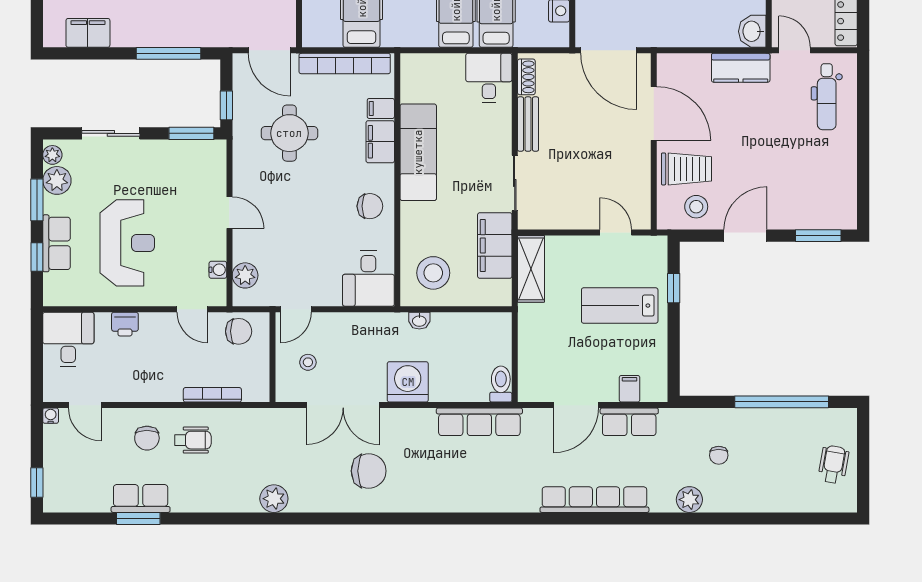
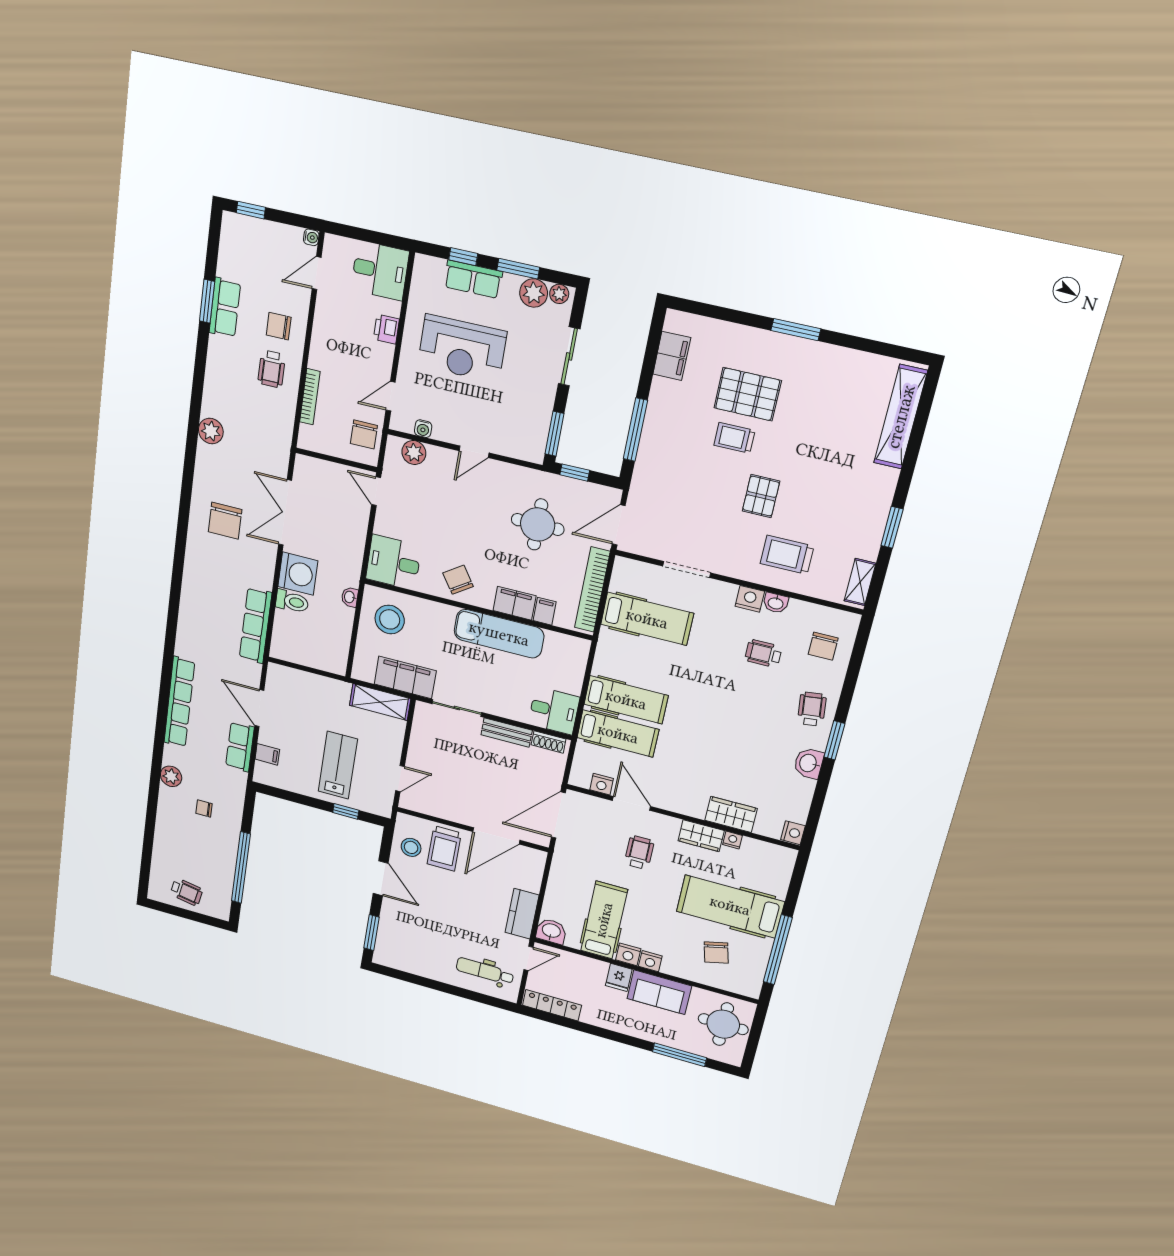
chair: (370, 206) -> (458, 580), turned 146
stool: (308, 362) -> (327, 491), removed
toilet: (501, 384) -> (292, 602), moved

